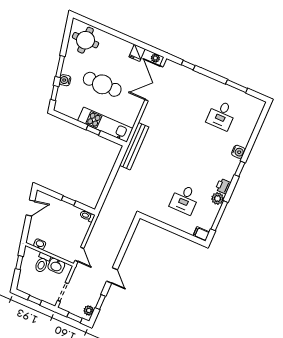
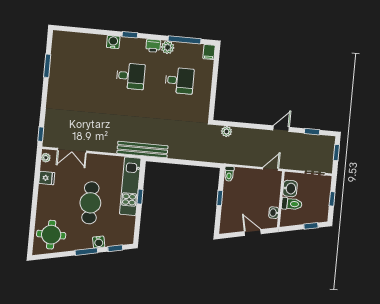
window: (188, 65) -> (41, 134), moved
double door: (154, 83) -> (72, 151), width x0.73
desk: (221, 115) -> (131, 76), moved
door: (31, 208) -> (253, 233), moved
window: (19, 263) -> (311, 226), moved
plant: (89, 310) -> (226, 131), moved

